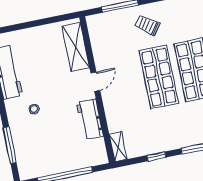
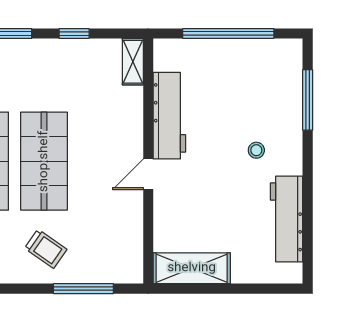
shelving: (76, 47) -> (192, 268), moved, turned 90
workbench: (90, 119) -> (169, 116), width x1.38

